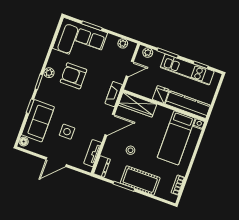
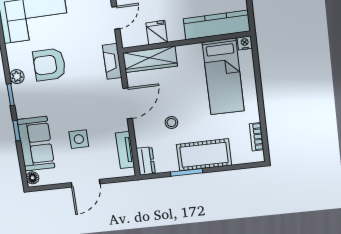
fridge: (161, 95) -> (157, 33), moved

